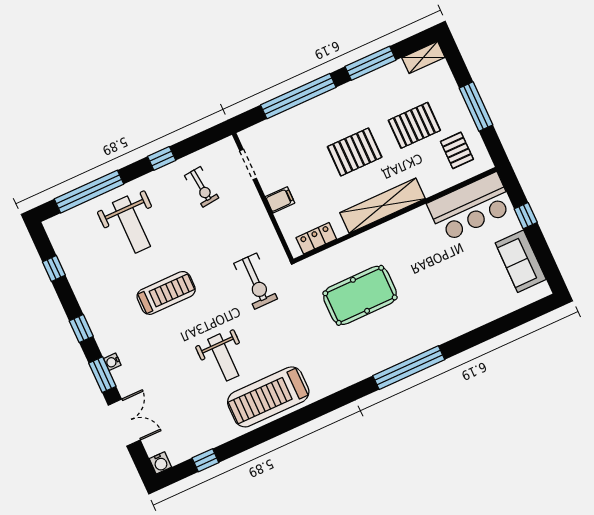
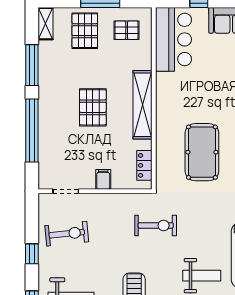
pallet: (414, 125) -> (85, 31), moved
exercise bike: (202, 187) -> (67, 234), width x1.38, depth x1.39

